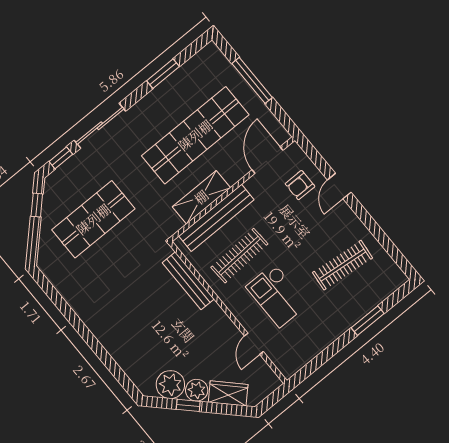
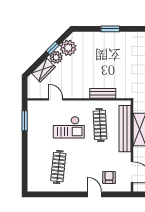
bench: (188, 281) -> (103, 93), width x0.73
checkout: (277, 295) -> (69, 127), turned 180
window: (368, 321) -> (25, 121), moved
window: (98, 349) -> (110, 29), added

